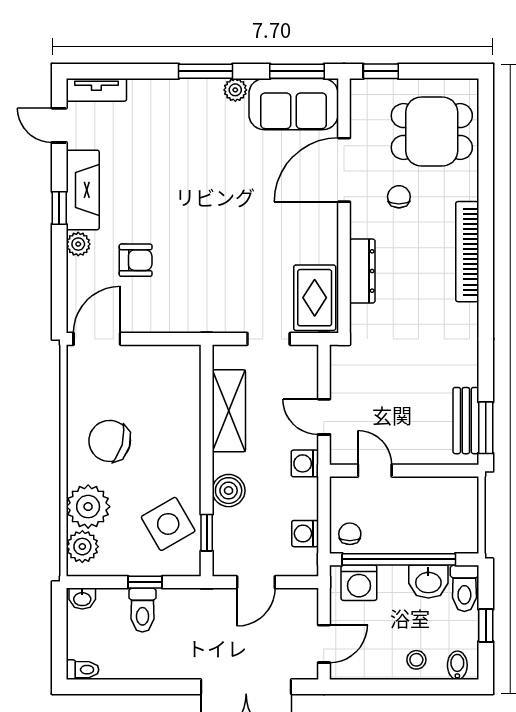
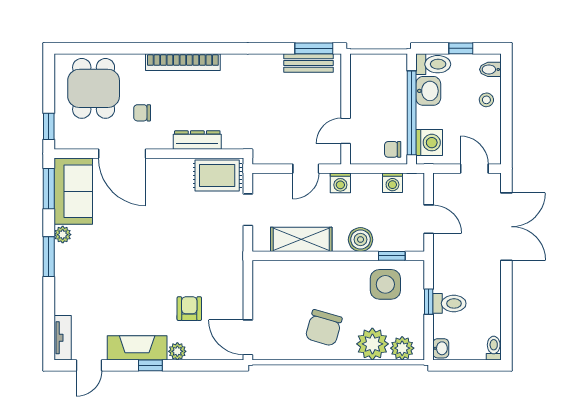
side table: (168, 524) -> (385, 284), turned 30

